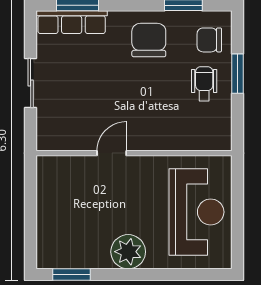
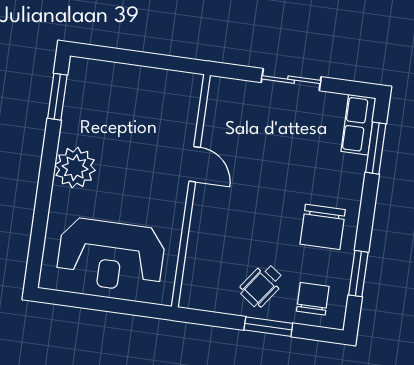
row of seats: (72, 22) -> (358, 125), width x0.68
chair: (149, 40) -> (323, 227), turned 90
wheelchair: (204, 84) -> (262, 285), turned 126

